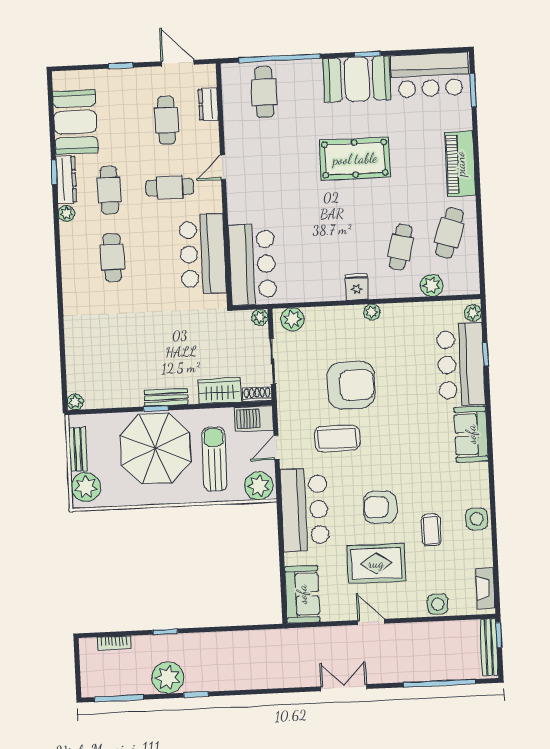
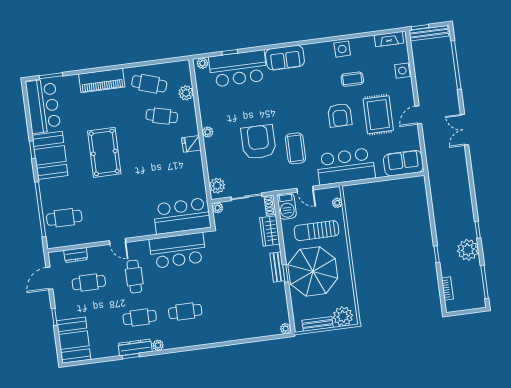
booth: (75, 122) -> (74, 340), moved, turned 90
plant: (259, 486) -> (337, 203), width x0.53, depth x0.53

